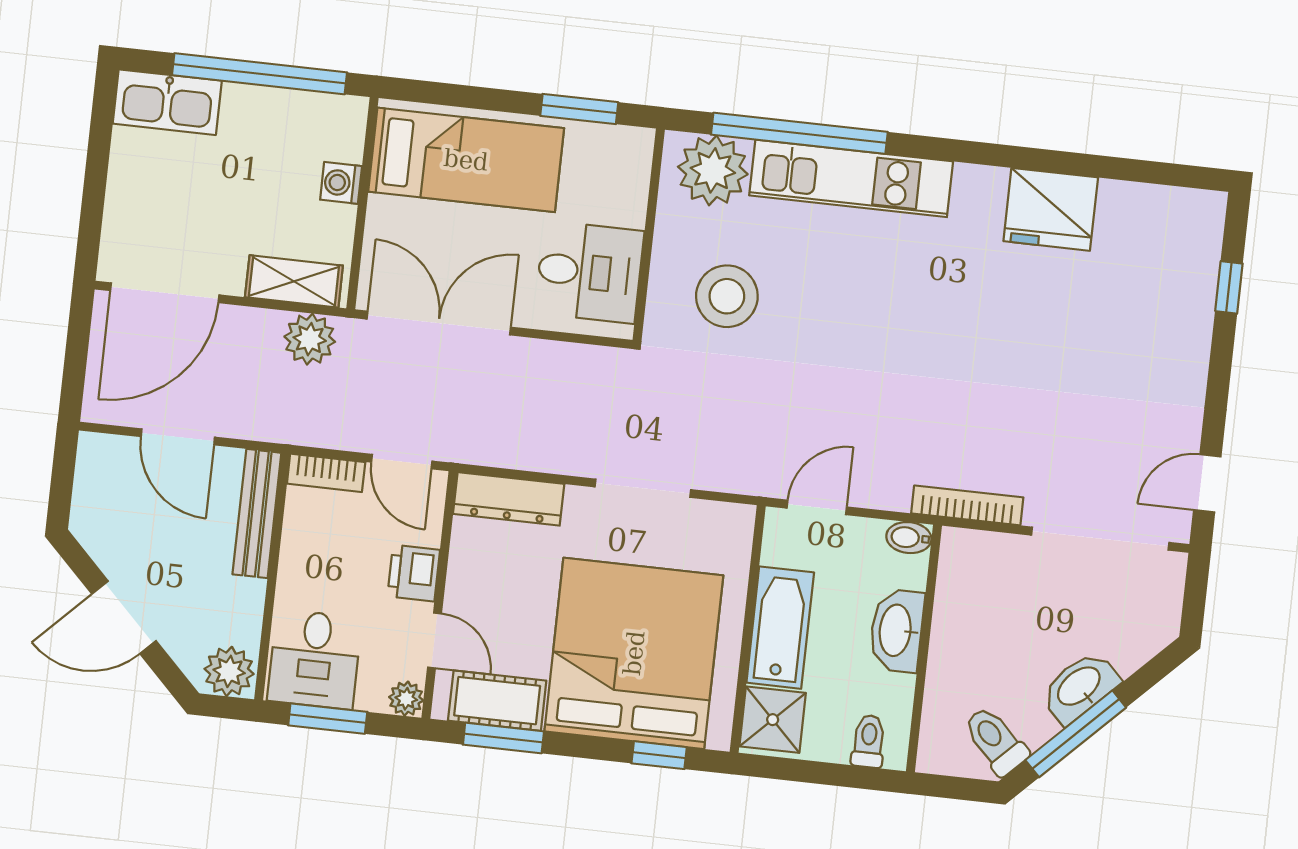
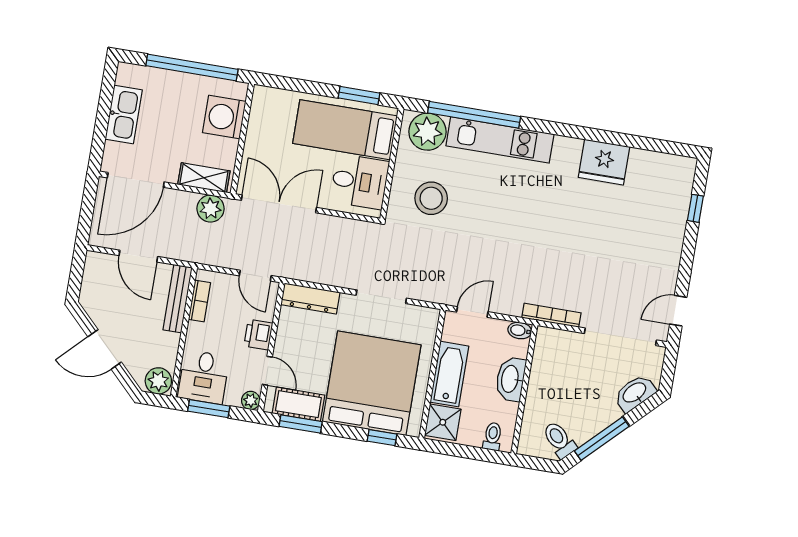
kitchen sink: (167, 102) -> (124, 115), moved, turned -90
bed: (466, 160) -> (345, 130), moved, turned 180
washing machine: (341, 183) -> (224, 117), width x1.89, depth x1.89
bookcase: (326, 473) -> (199, 301), moved, turned -90
washbasin: (1080, 687) -> (635, 393), moved

